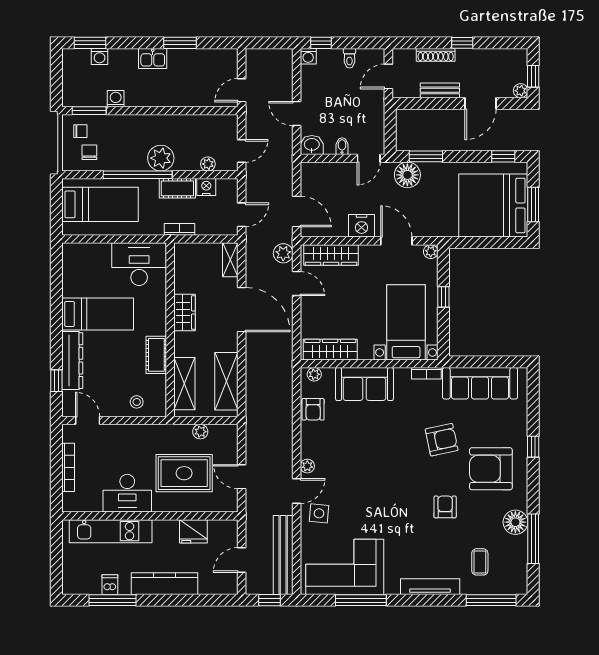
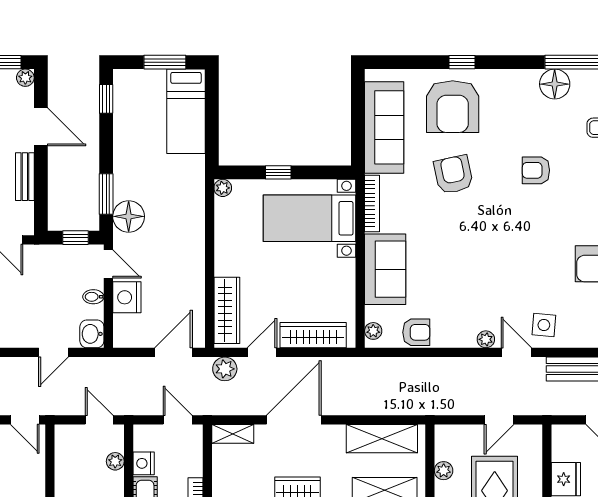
window: (390, 132) -> (76, 238), added
bed: (493, 205) -> (186, 111), width x0.49
nightstand: (362, 226) -> (127, 297), moved, turned 180
door: (396, 241) -> (210, 230), removed
wardrobe: (330, 350) -> (313, 335), moved, turned 90
bookcase: (426, 373) -> (372, 204), width x1.56
armchair: (491, 469) -> (453, 107), moved

